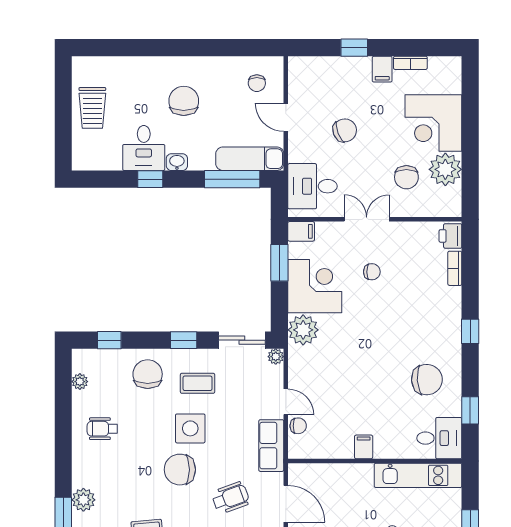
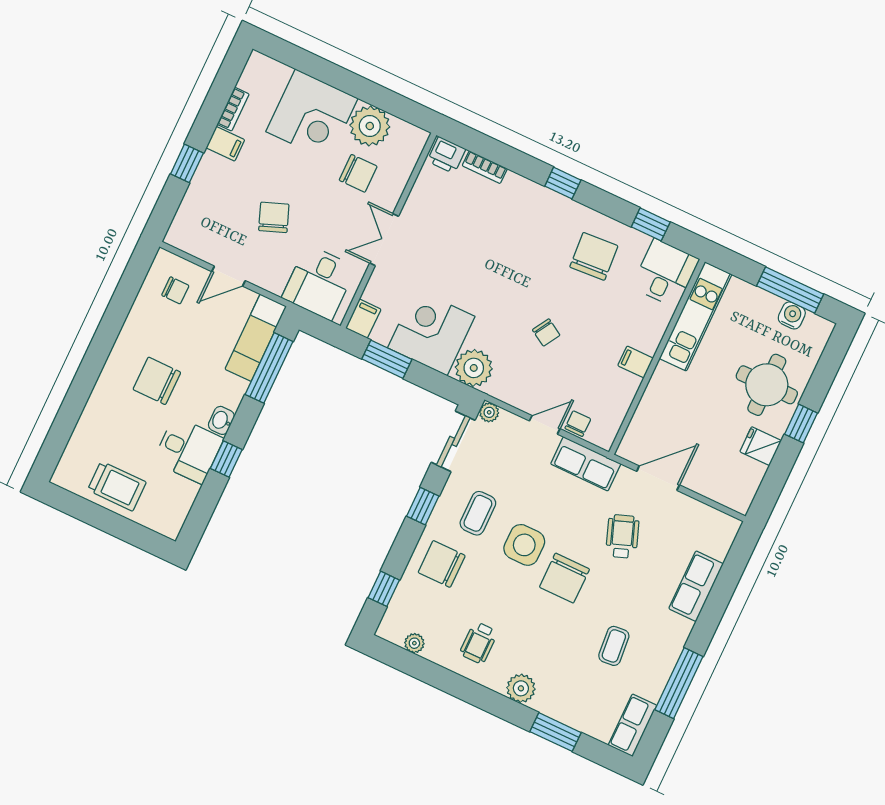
chair: (372, 272) -> (546, 332), moved, turned 121
plant: (83, 500) -> (521, 688), moved

